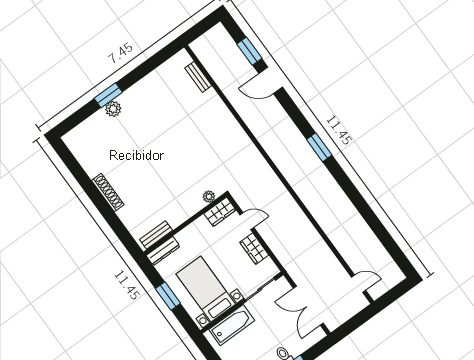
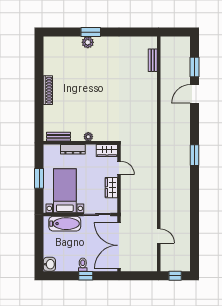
door: (271, 80) -> (195, 94), hinge flipped
plant: (209, 197) -> (88, 137), moved
dresser: (163, 251) -> (73, 149), moved
door: (359, 284) -> (159, 236), moved
window: (394, 294) -> (175, 276), added
double door: (308, 306) -> (119, 245), width x1.36

